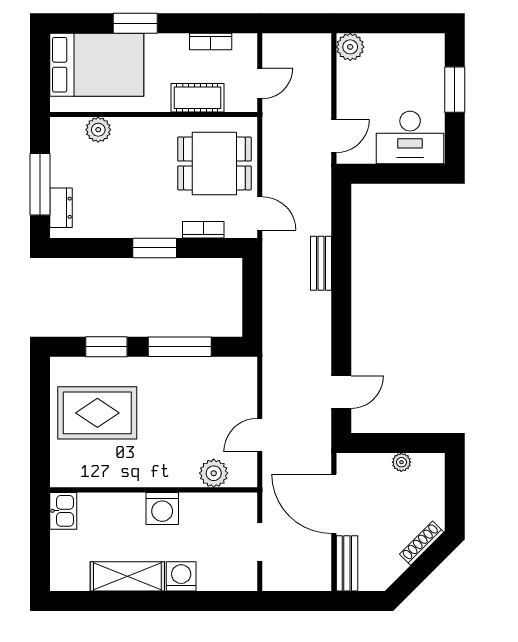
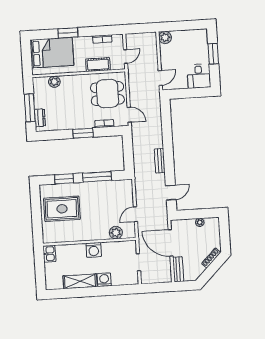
desk: (410, 137) -> (199, 76), width x0.73
bench: (321, 263) -> (160, 161), moved

